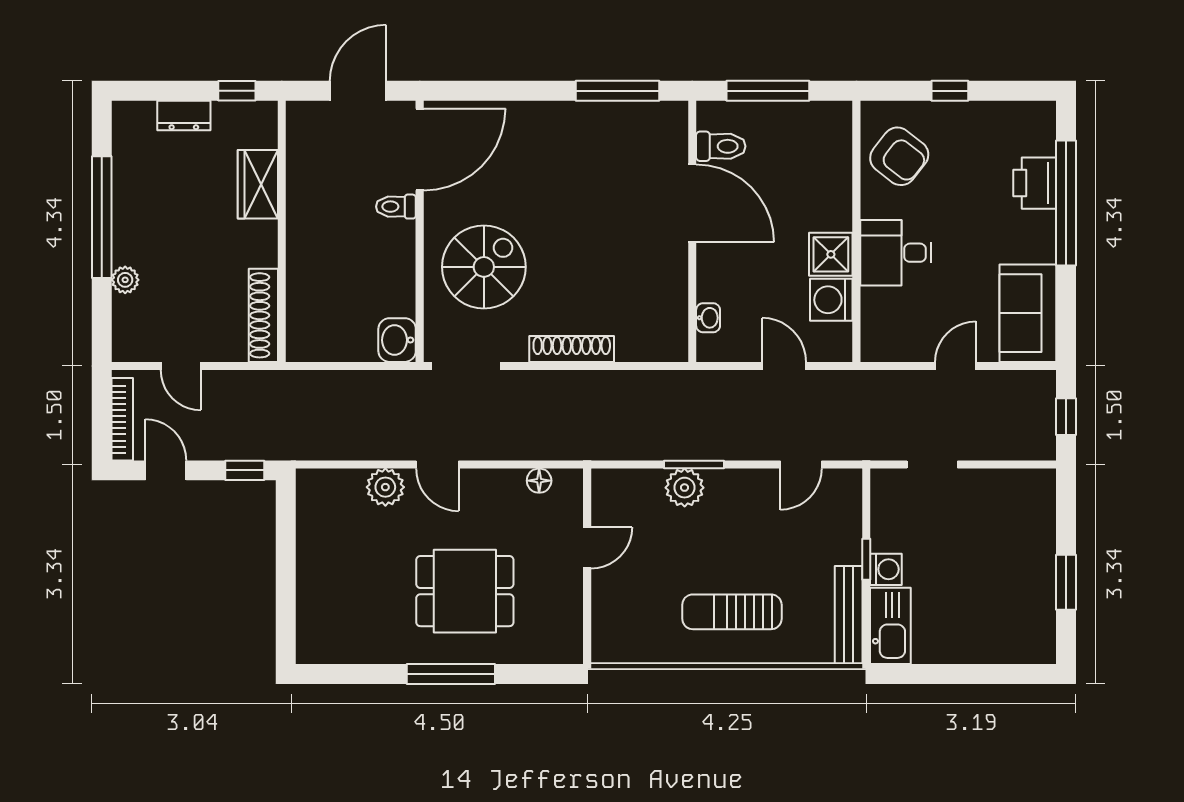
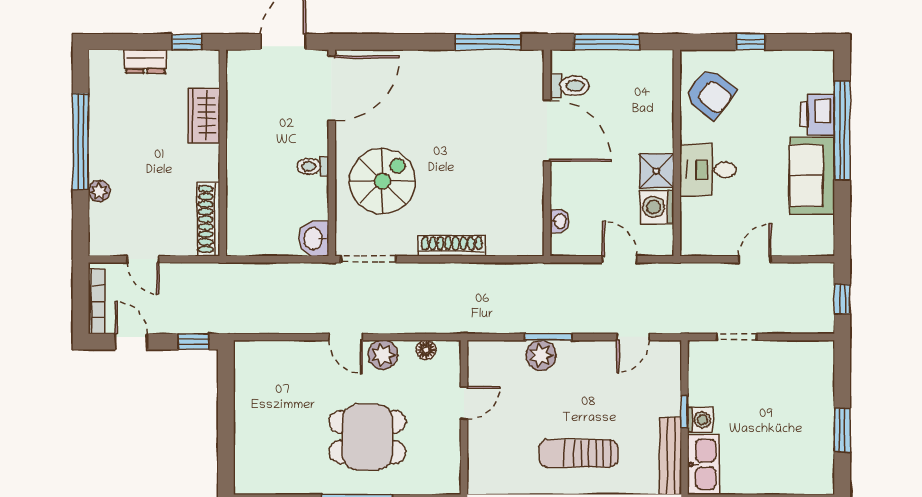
toilet: (396, 207) -> (313, 166), moved
sofa: (1028, 313) -> (812, 176), moved
plant: (385, 487) -> (383, 355), moved

